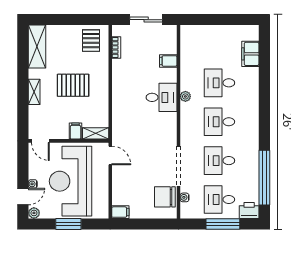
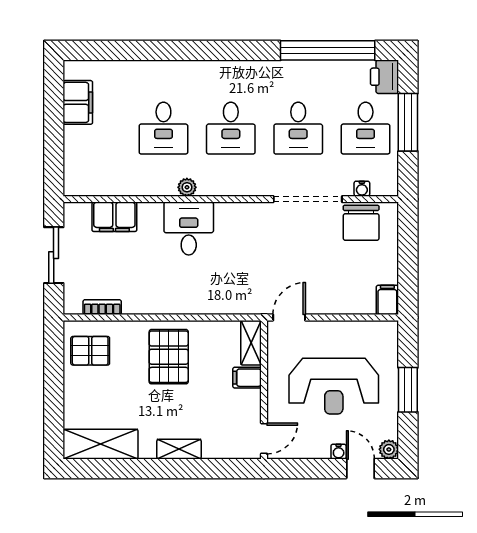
filing cabinet: (250, 54) -> (78, 102), moved, turned -90
filing cabinet: (168, 61) -> (114, 217), width x2.00
pallet: (73, 85) -> (169, 357), moved
reception desk: (71, 181) -> (334, 386), width x0.74, depth x0.77

